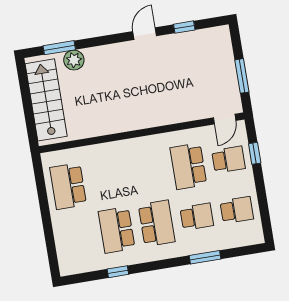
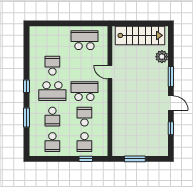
window: (59, 48) -> (171, 77), moved
door: (225, 119) -> (110, 72), moved
school desk: (188, 166) -> (84, 117), width x0.54
school desk: (148, 173) -> (84, 91), added
school desk: (117, 230) -> (52, 66), width x0.54
window: (118, 272) -> (26, 86), moved

